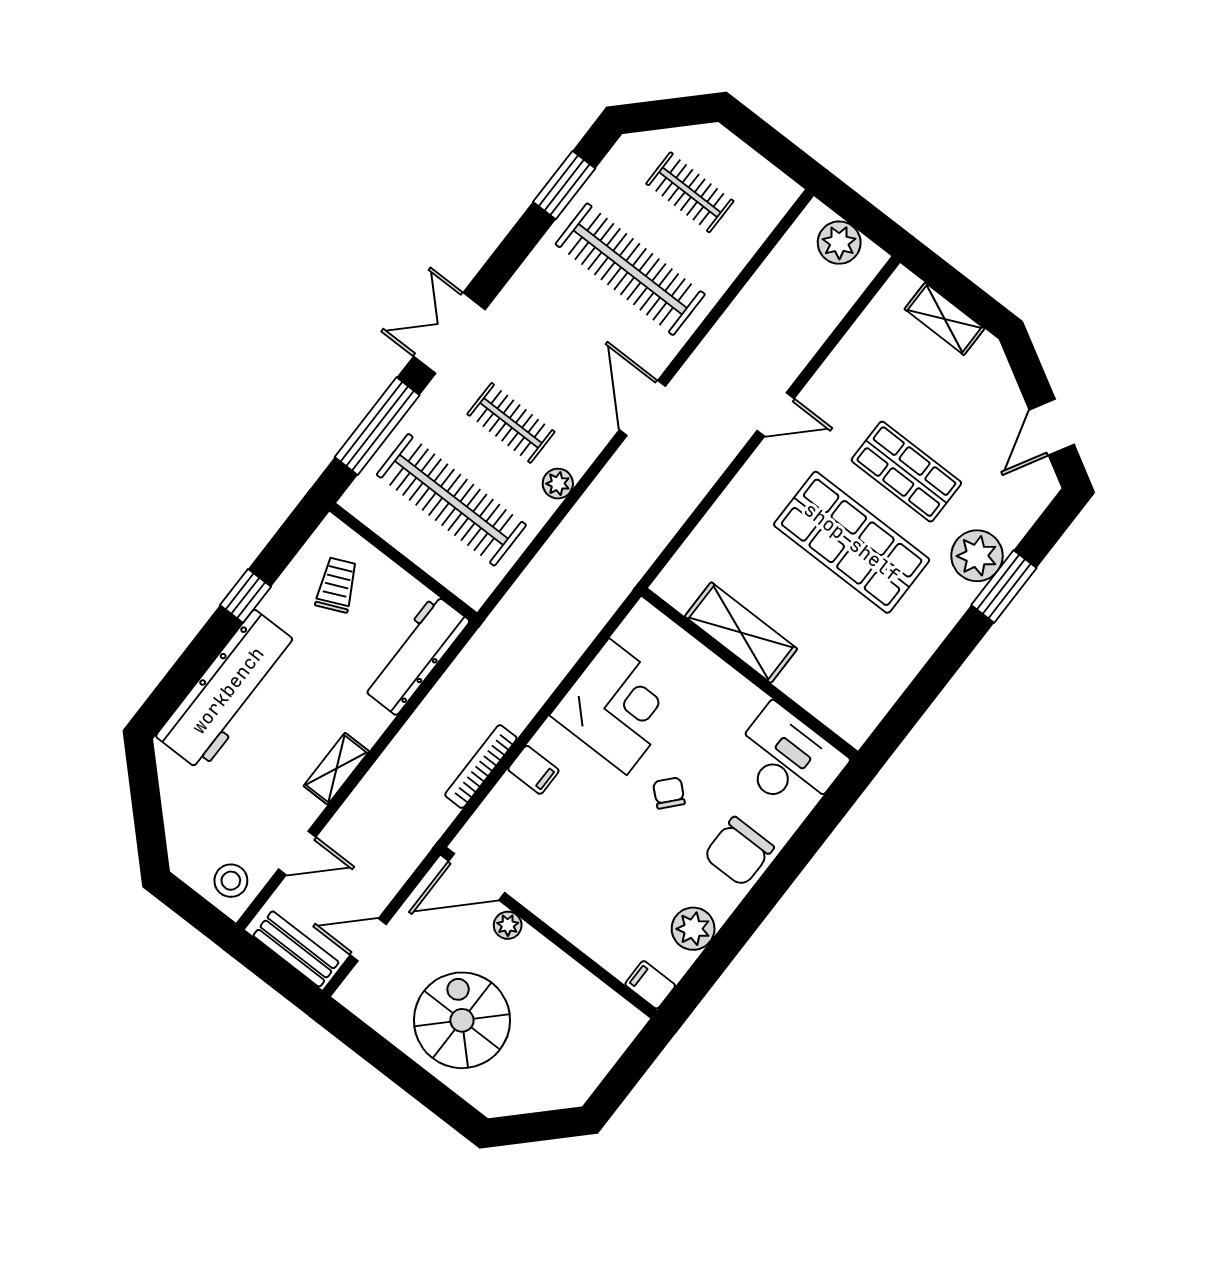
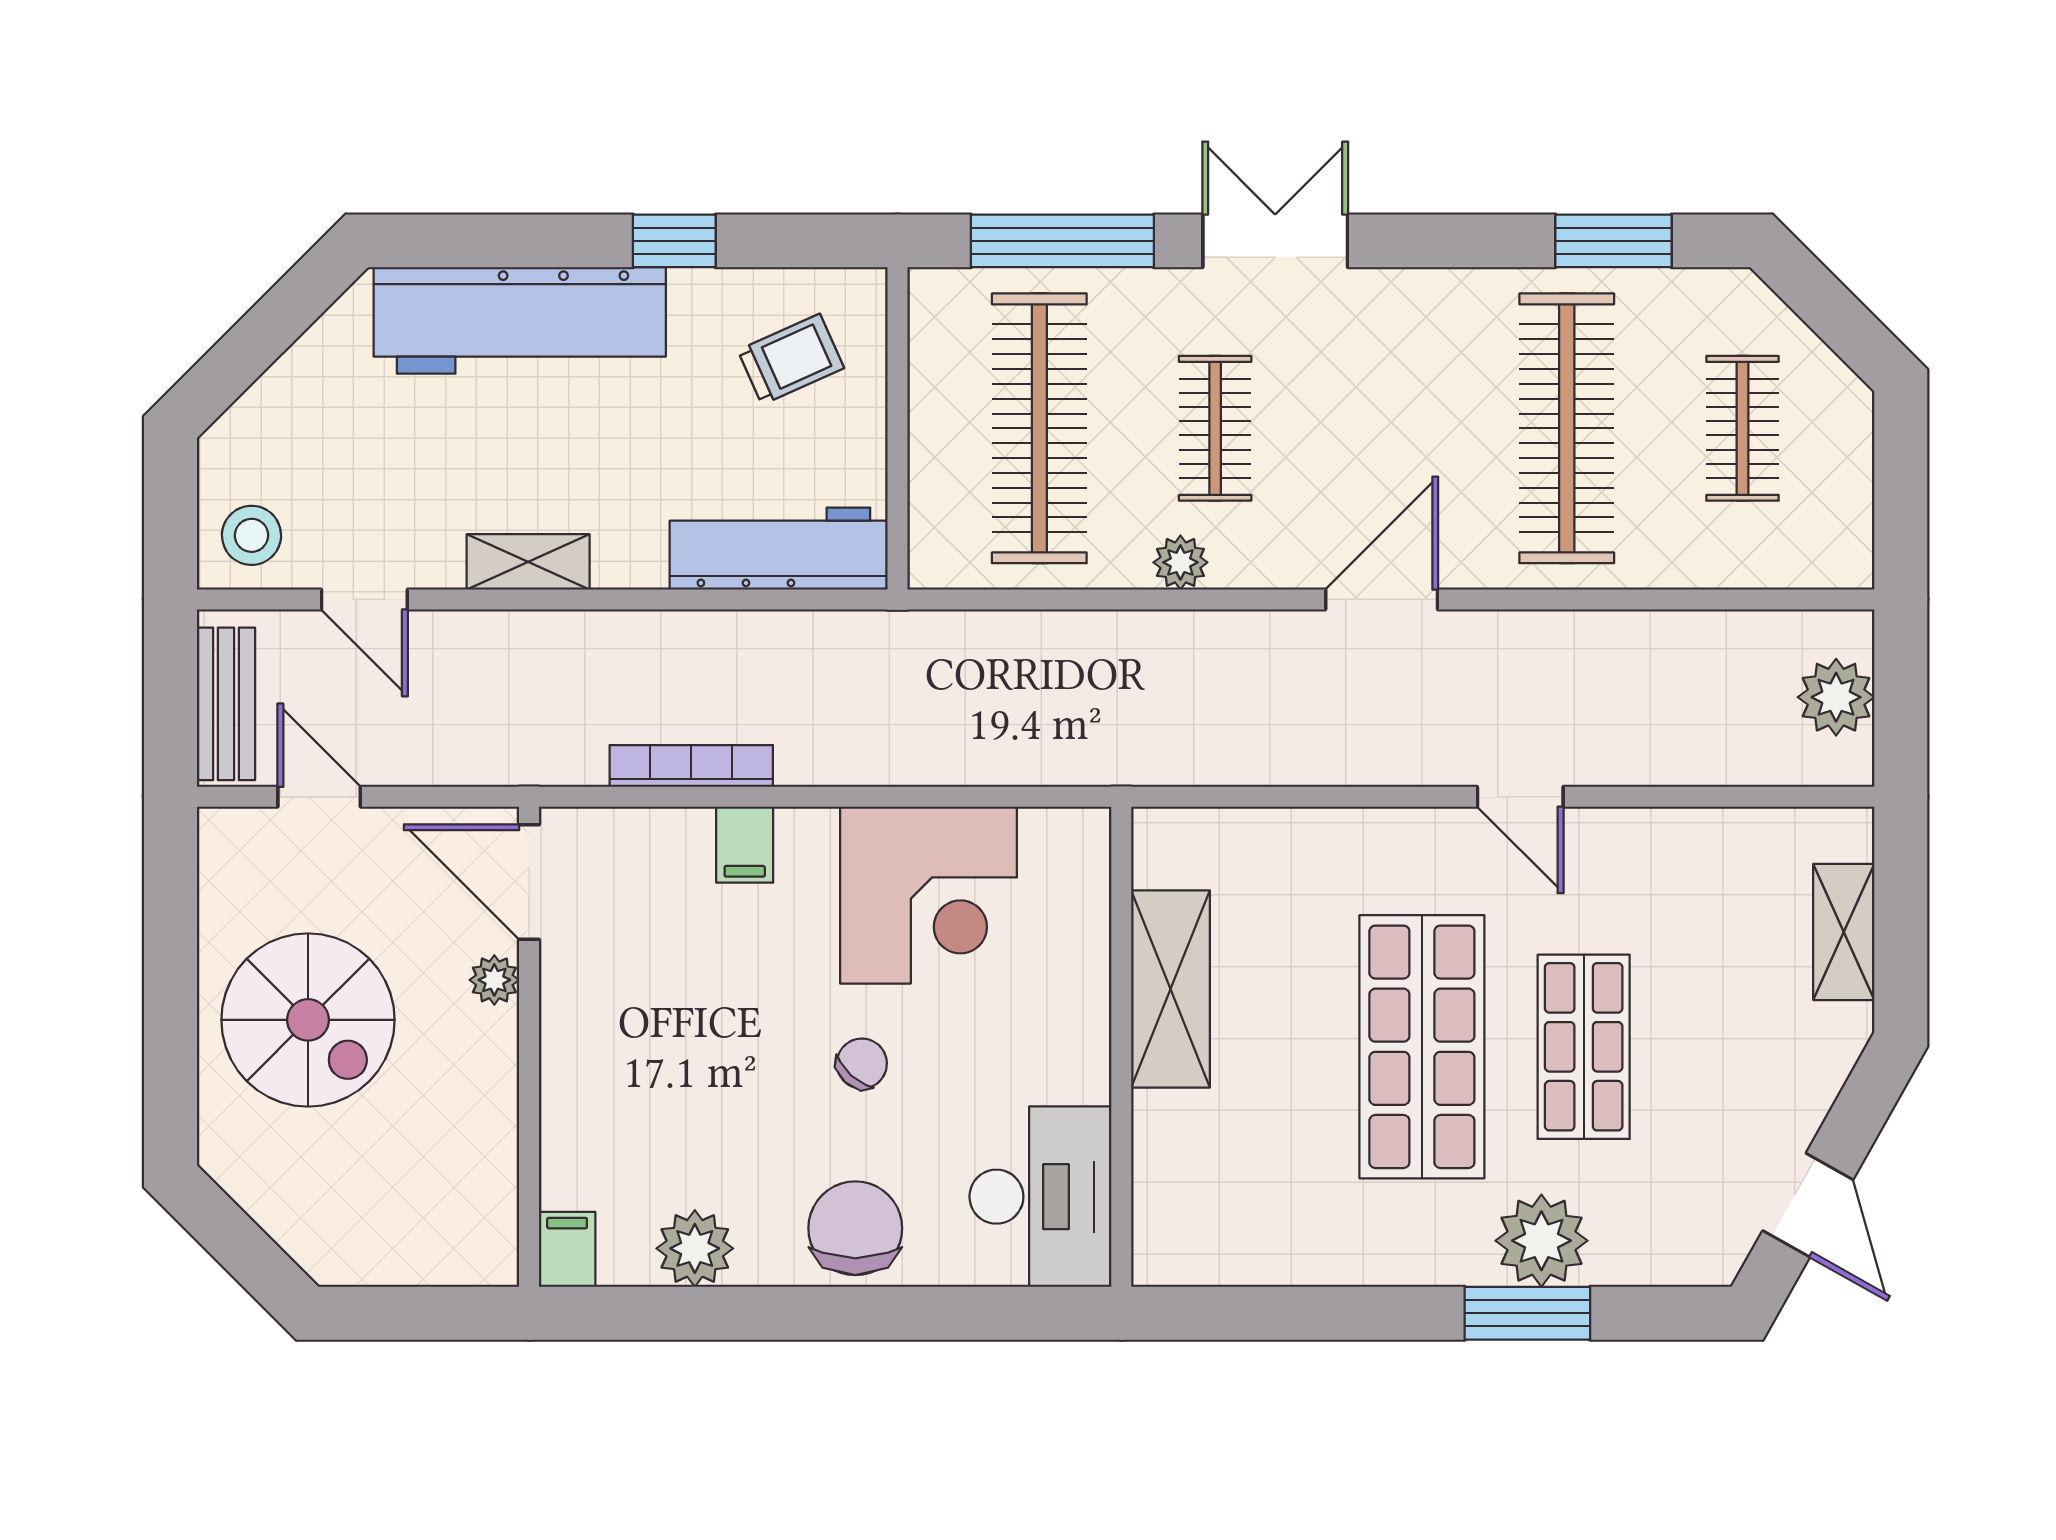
door: (1052, 427) -> (1808, 1205), swing flipped
chair: (739, 852) -> (855, 1228), turned 90
spiral stairs: (462, 1020) -> (308, 1020), turned 90

